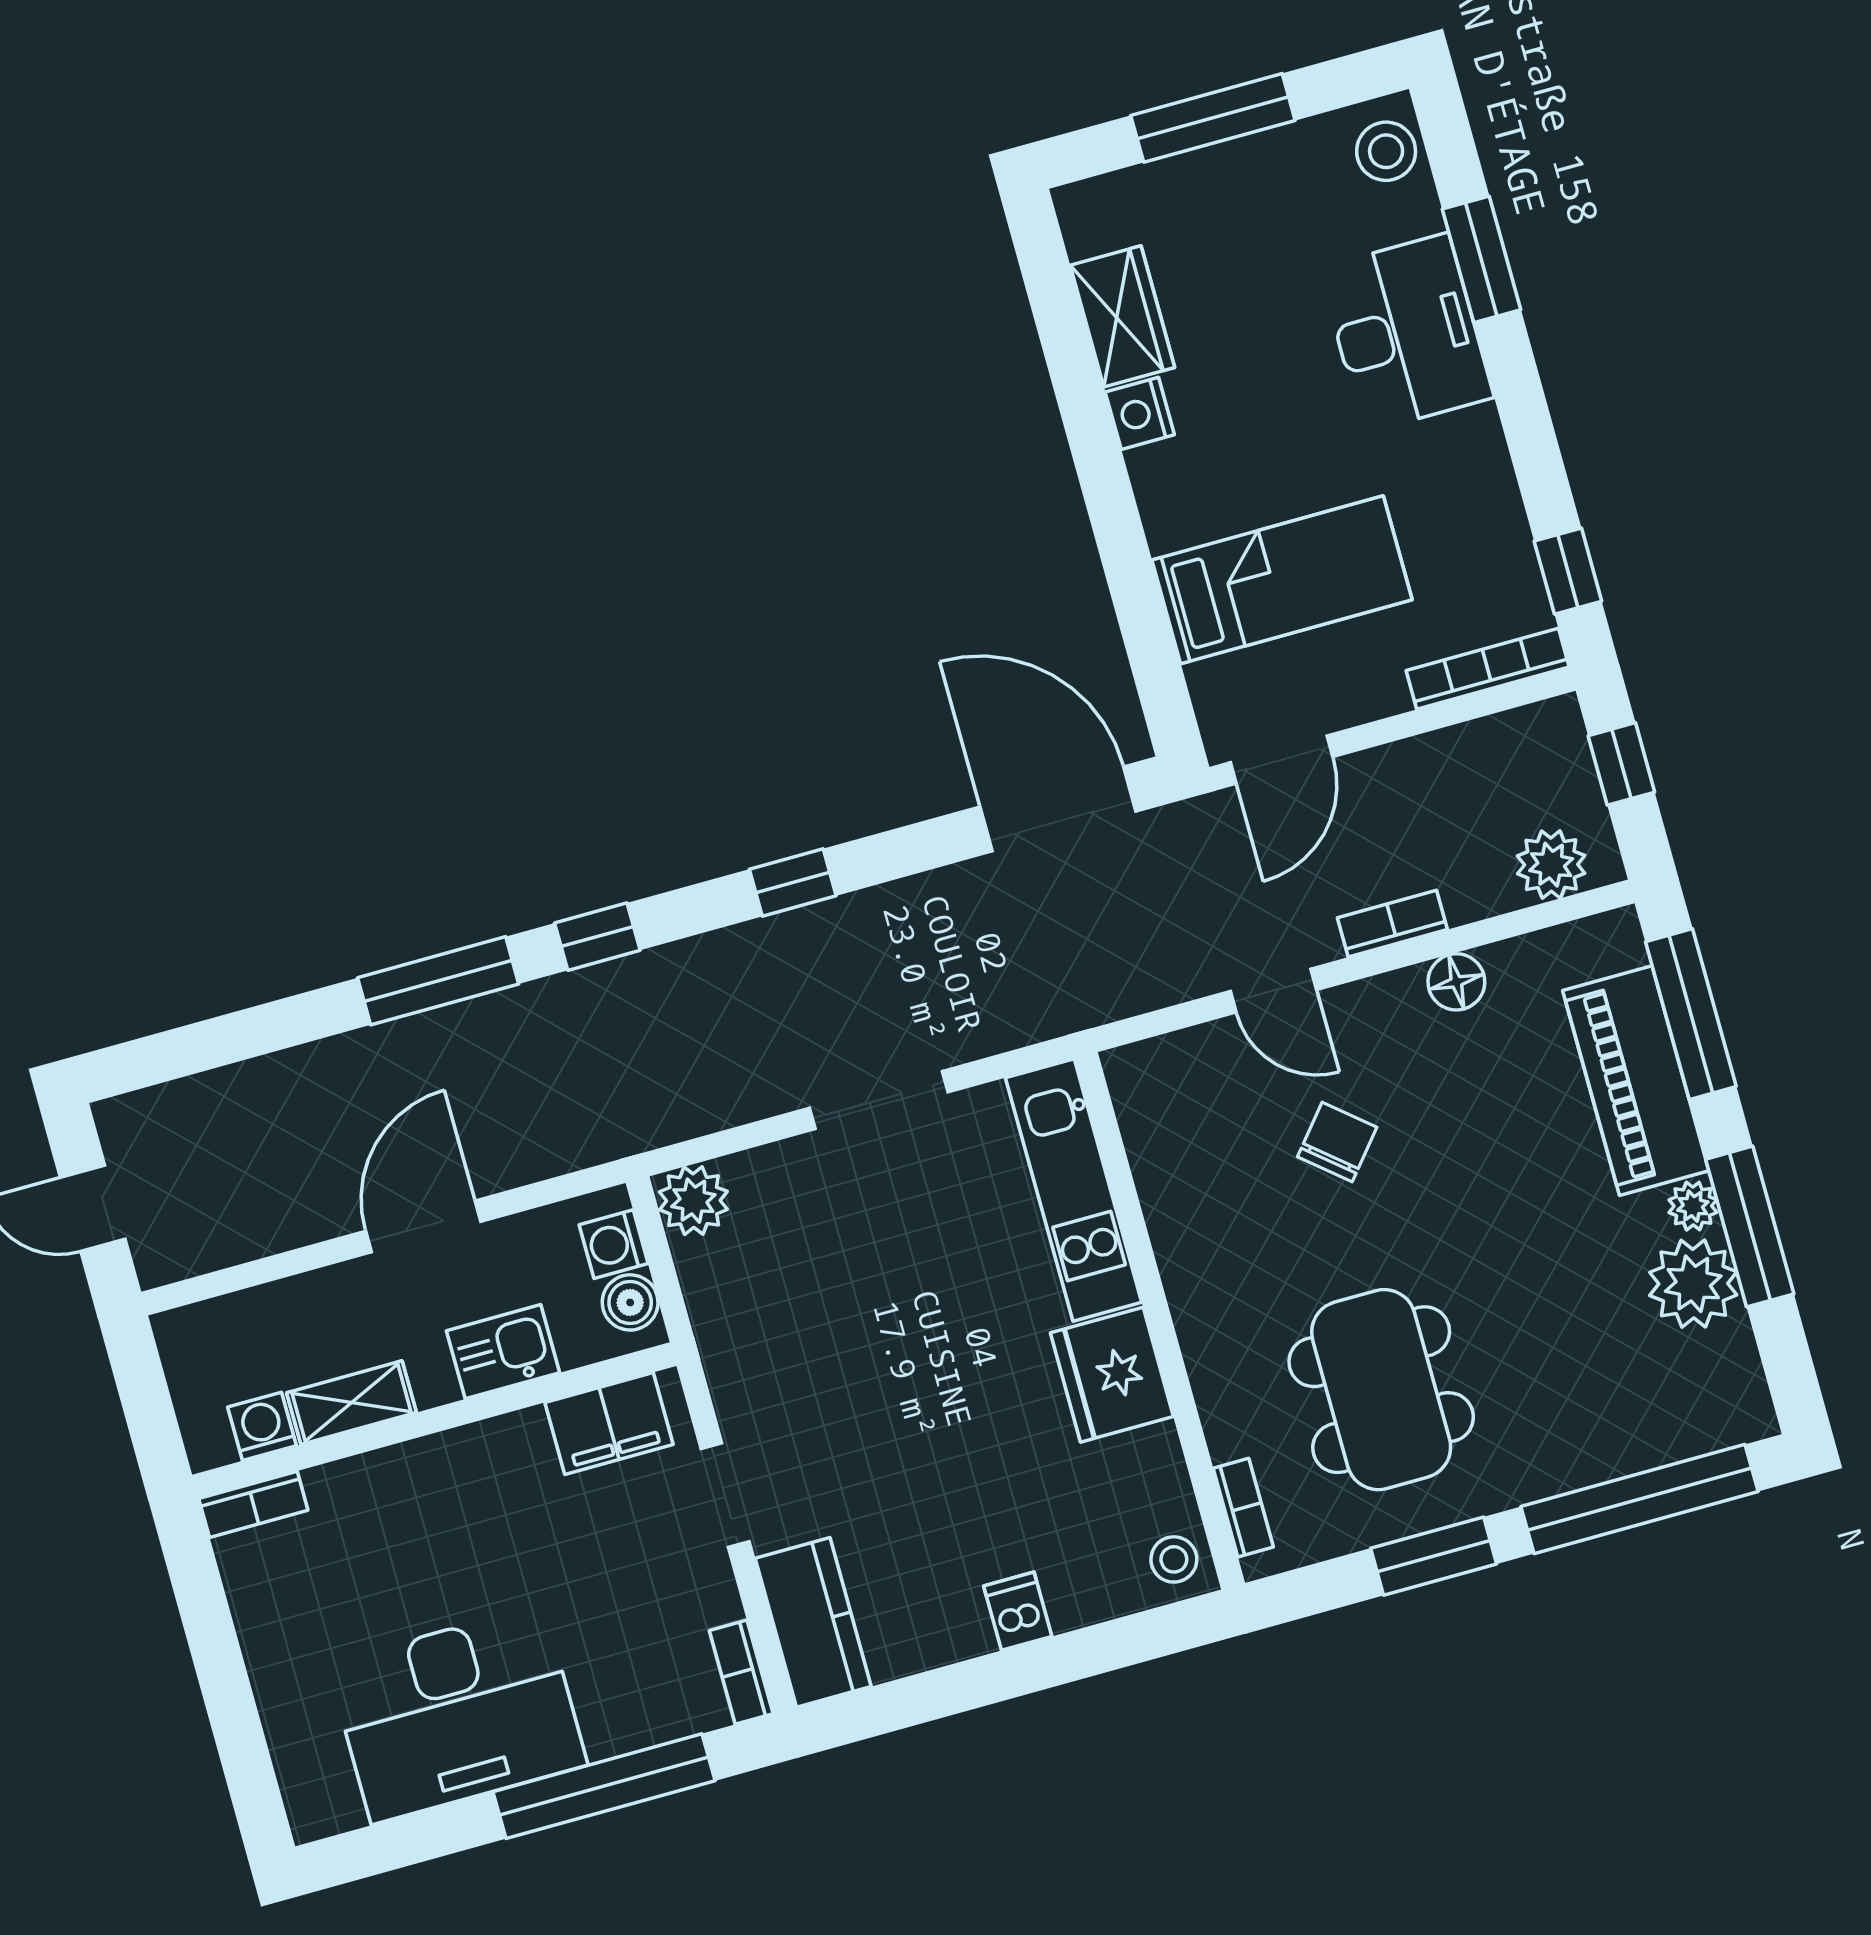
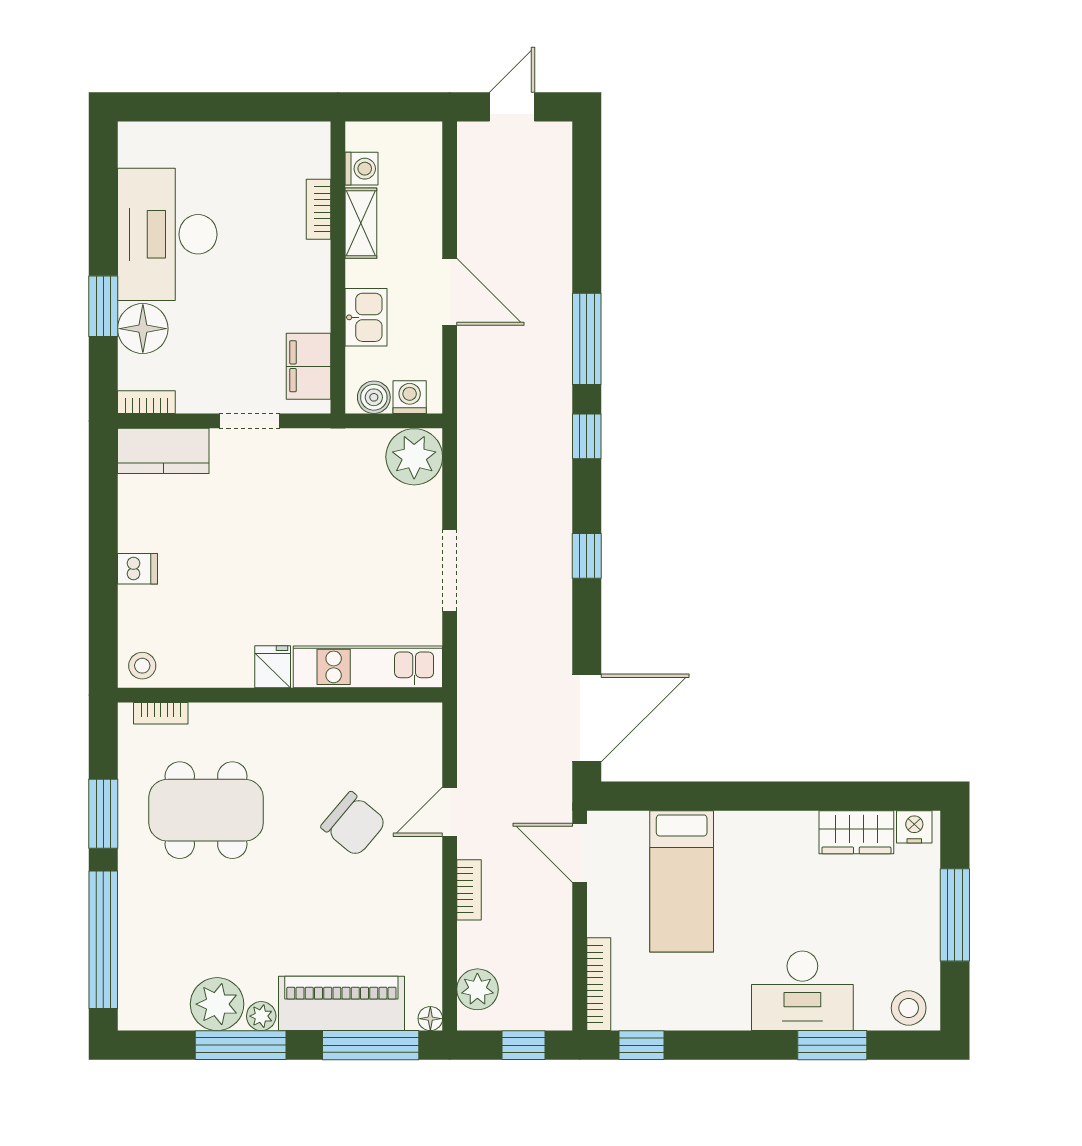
nightstand: (1140, 413) -> (914, 827), moved
floor lamp: (1456, 982) -> (430, 1019), moved, width x0.73, depth x0.73
chair: (1337, 1142) -> (354, 824), width x1.37, depth x1.37
plant: (693, 1201) -> (414, 457), width x1.36, depth x1.36
fridge: (1112, 1375) -> (273, 667), width x0.53, depth x0.75
bookcase: (253, 1504) -> (319, 209), moved
floor lamp: (623, 1711) -> (143, 329), added
window: (604, 1786) -> (103, 306), width x0.47

